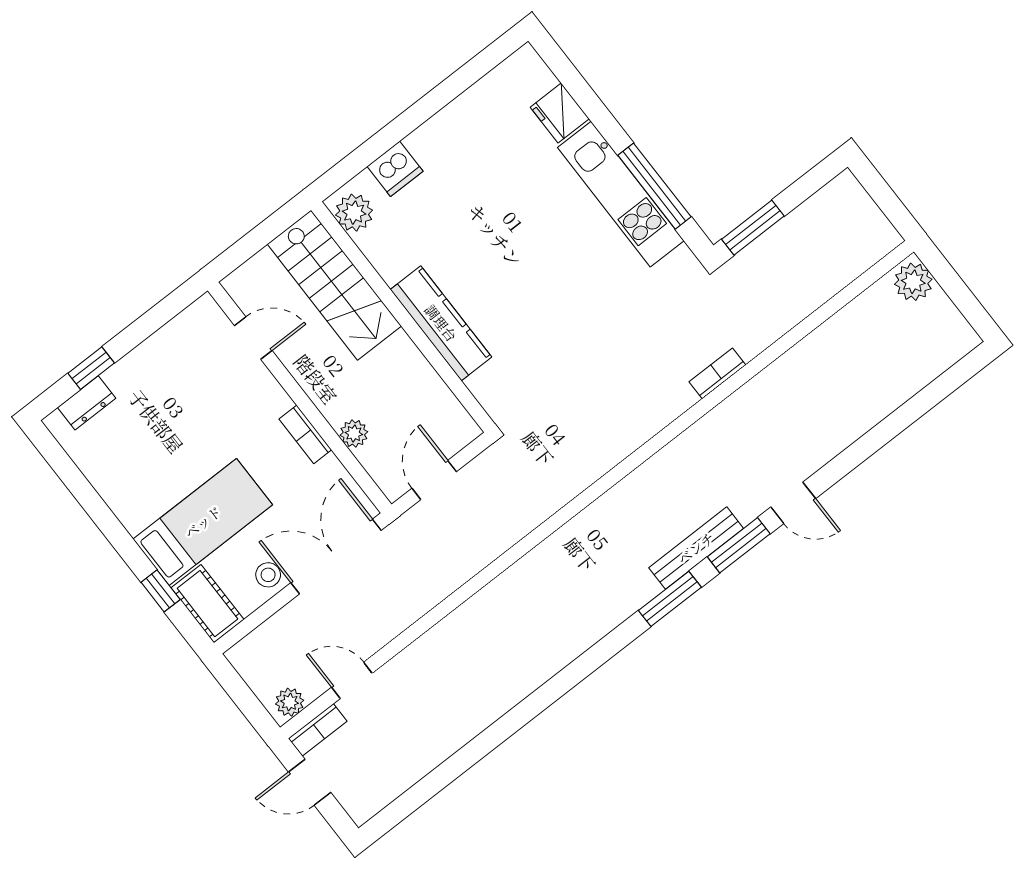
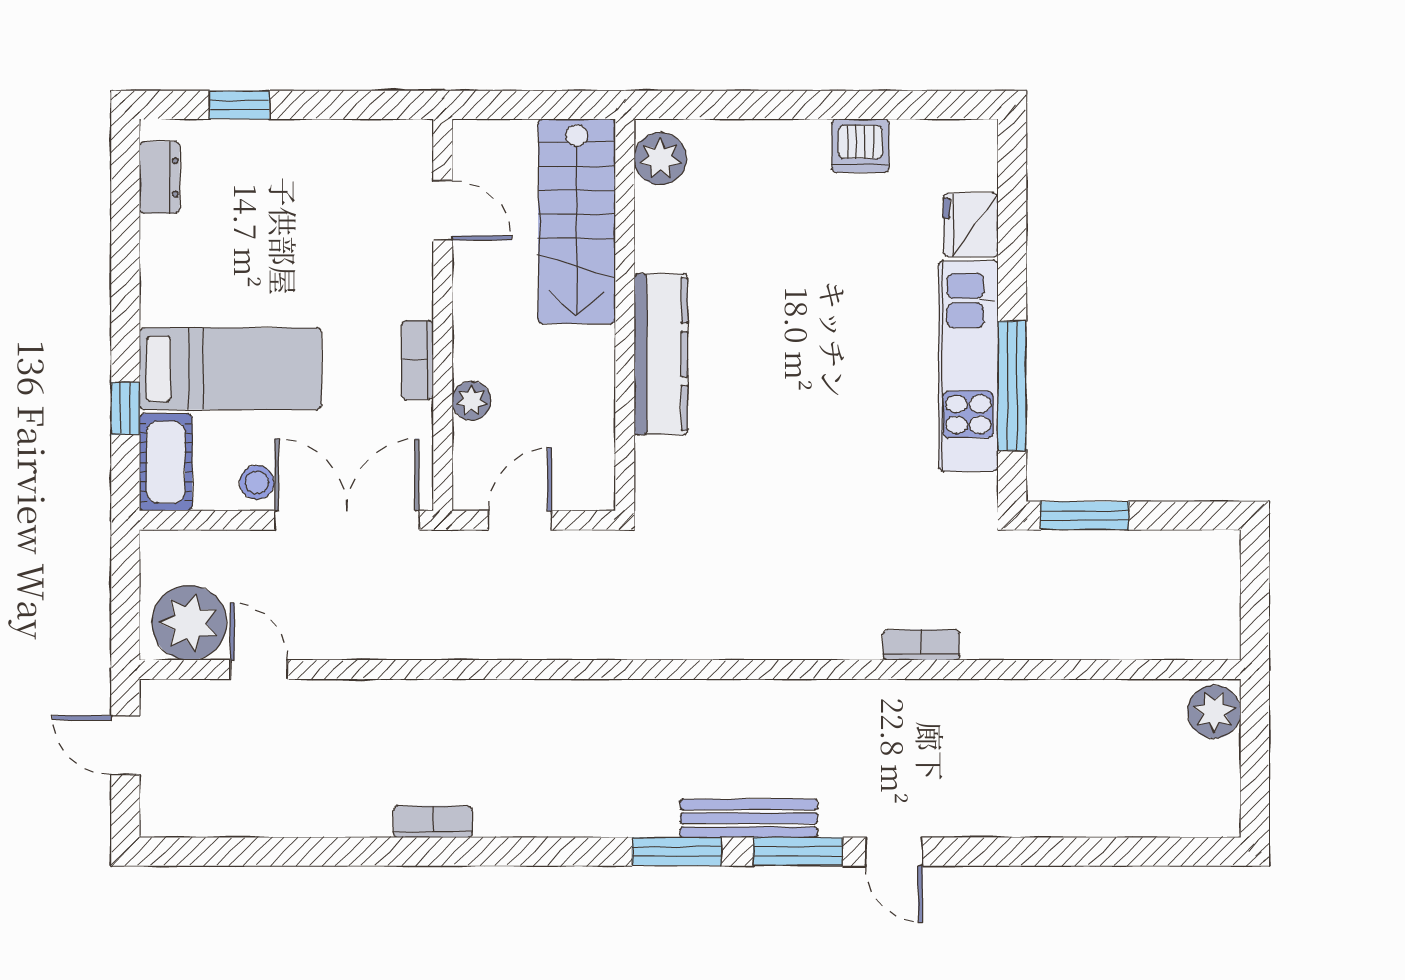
dishwasher: (395, 169) -> (860, 146), moved
dresser: (87, 403) -> (159, 177), moved, turned -90
plant: (290, 702) -> (189, 623), width x1.87, depth x1.87
bookcase: (318, 730) -> (433, 822), moved, turned 180

